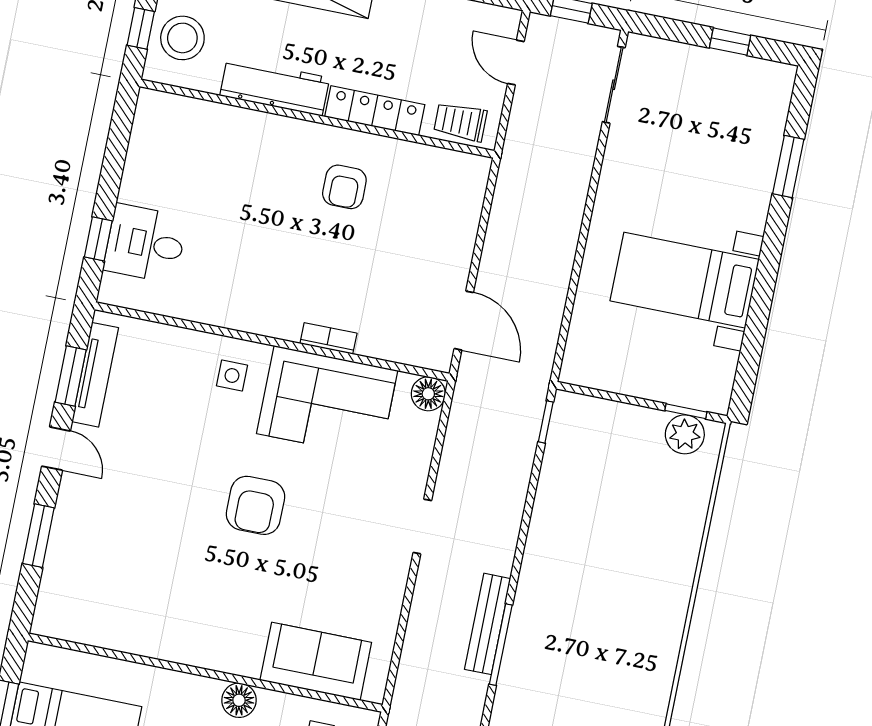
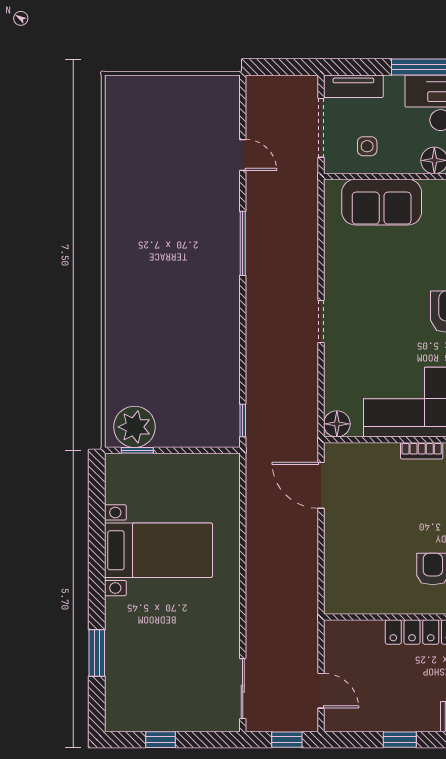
trolley: (460, 122) -> (354, 637), removed
plant: (685, 434) -> (135, 427), width x1.36, depth x1.36
bench: (488, 624) -> (256, 257), removed

